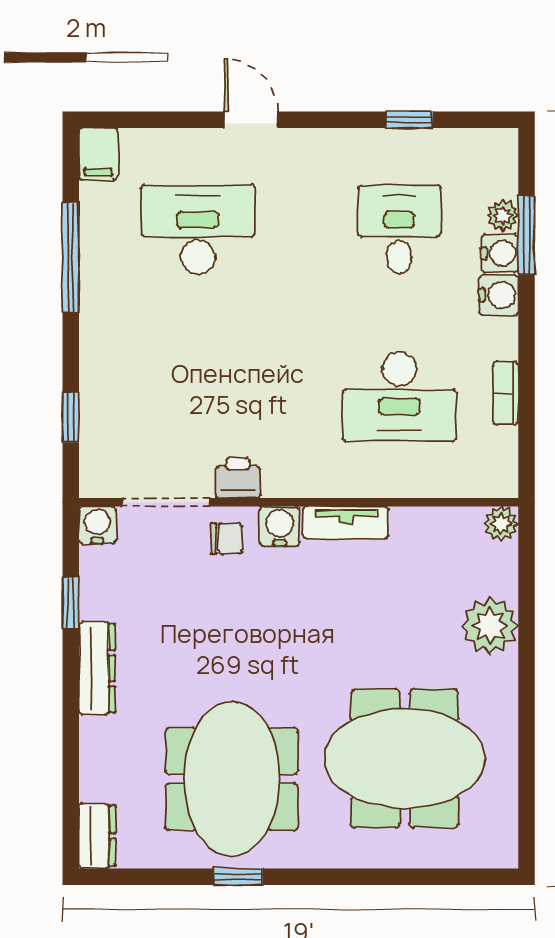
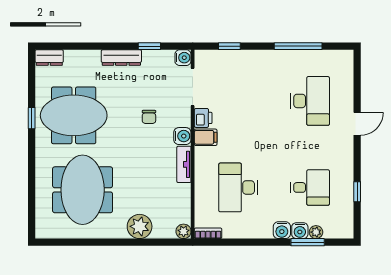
filing cabinet: (98, 154) -> (206, 137), moved, turned 180
bookcase: (506, 393) -> (208, 233), moved
chair: (227, 538) -> (149, 117), moved

